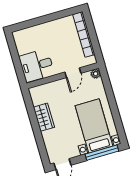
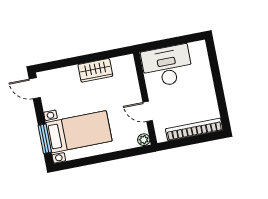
desk: (37, 65) -> (167, 66), width x1.37
window: (102, 153) -> (45, 139), width x0.69

